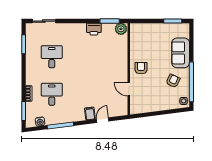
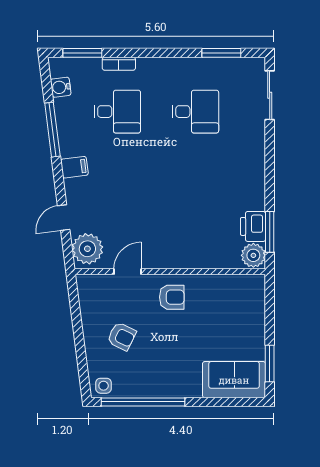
printer: (94, 29) -> (253, 226), moved
sofa: (181, 53) -> (234, 380), moved
armchair: (173, 81) -> (122, 336), moved
plant: (118, 109) -> (87, 249), added
filing cabinet: (90, 113) -> (74, 167), moved
door: (103, 120) -> (64, 218), swing flipped

